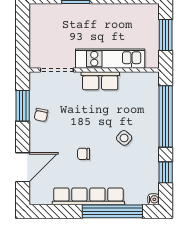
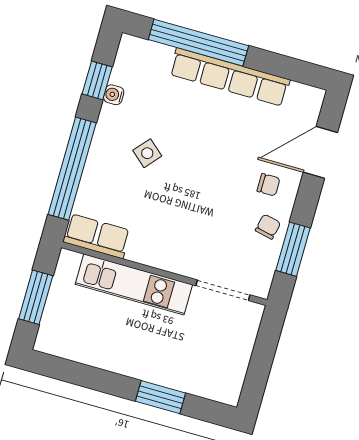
row of seats: (100, 81) -> (97, 236), moved
chair: (84, 154) -> (268, 185), moved
water cooler: (154, 199) -> (114, 95), moved

